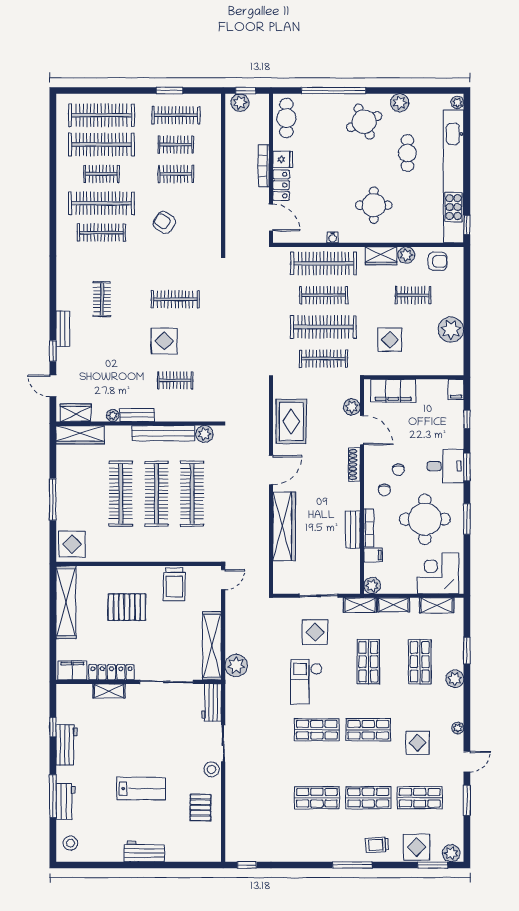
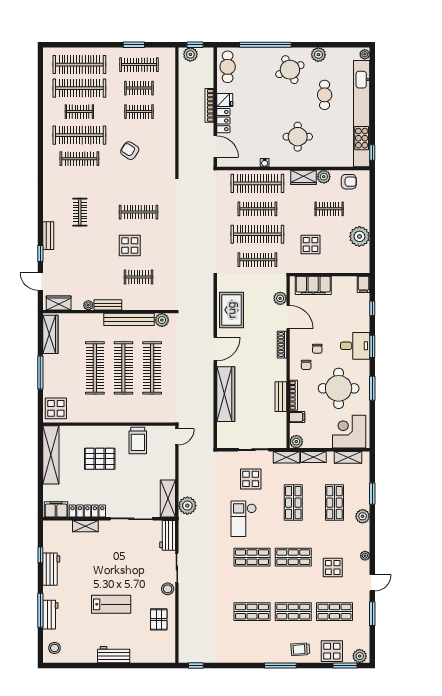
wardrobe: (80, 435) -> (50, 334), moved, turned -90
shelving: (212, 646) -> (168, 499), width x0.68

